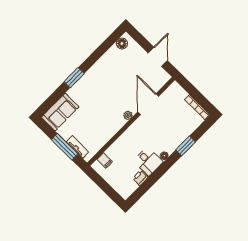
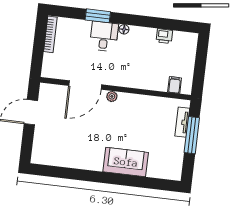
floor lamp: (122, 43) -> (45, 158), removed
window: (74, 78) -> (116, 179), removed
sofa: (60, 112) -> (126, 162), moved
desk: (148, 161) -> (104, 36), moved

